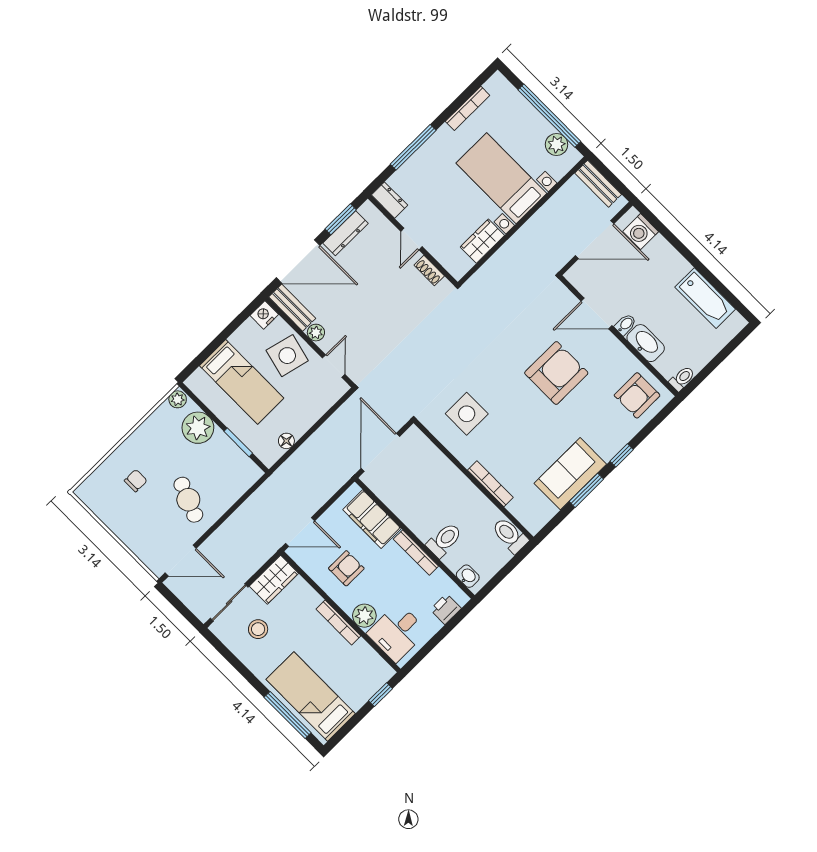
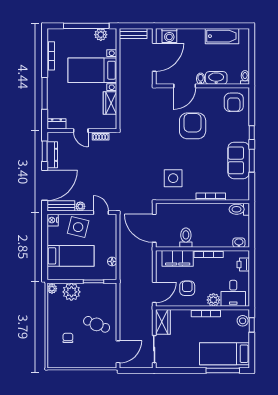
toilet: (444, 540) -> (186, 238), moved
stool: (258, 629) -> (243, 321), moved

